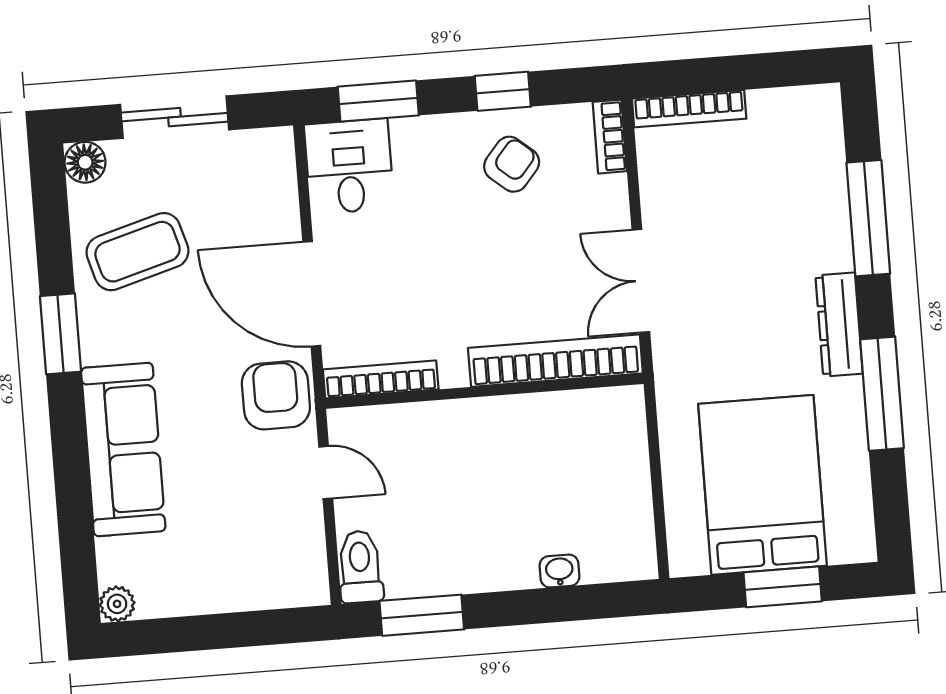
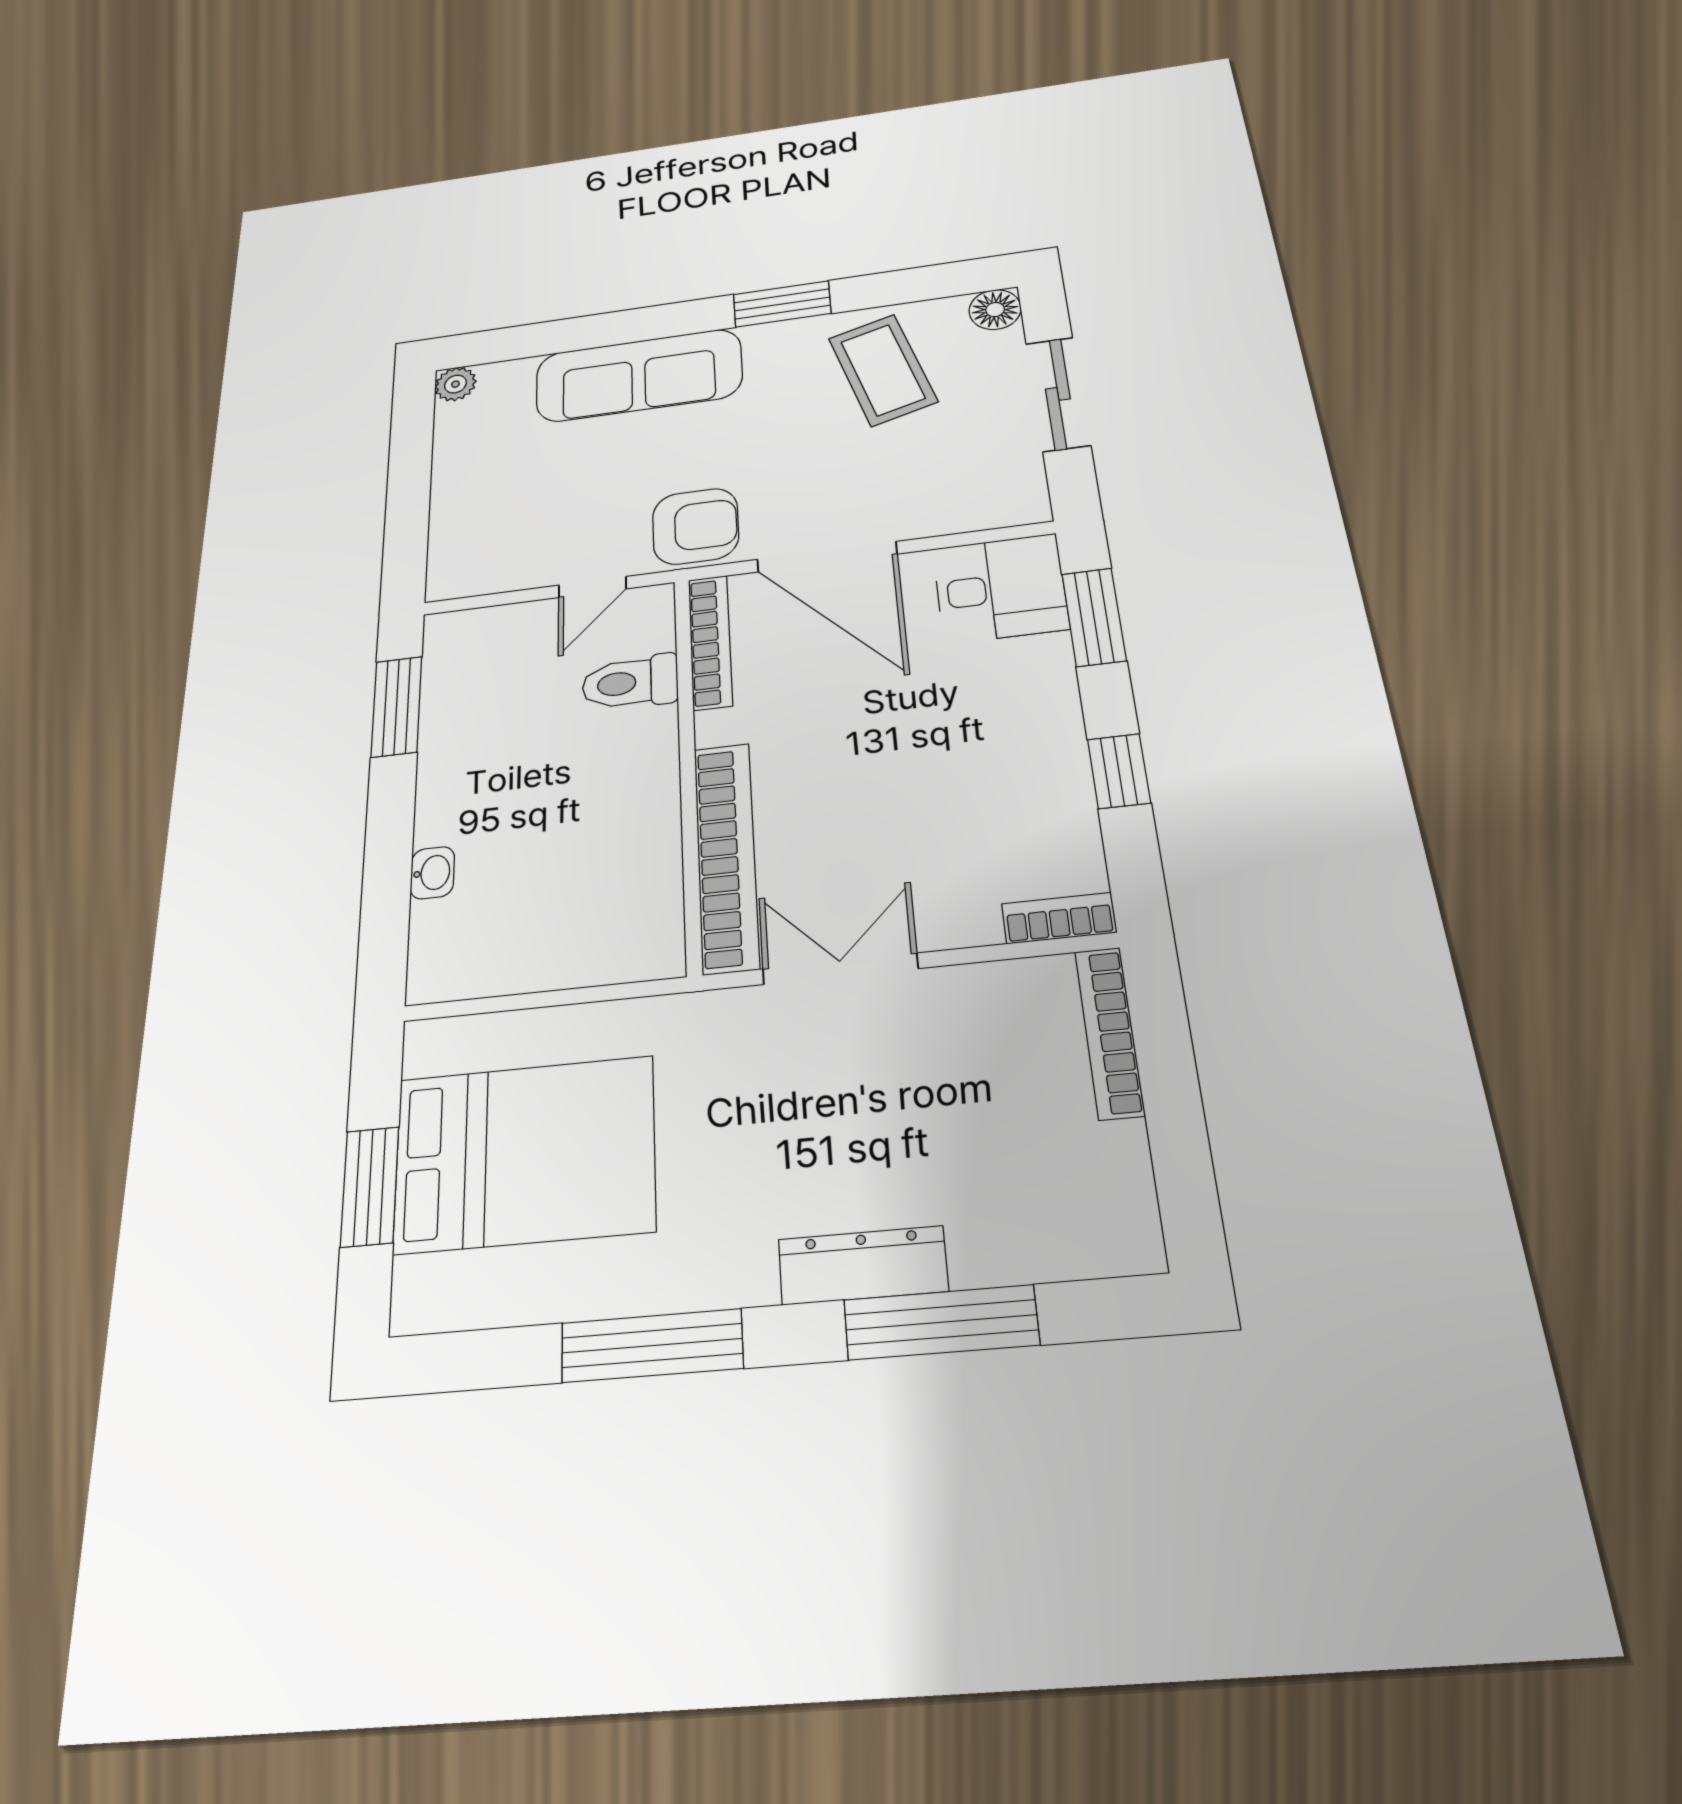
armchair: (512, 164) -> (1011, 787), removed
door: (312, 294) -> (827, 557), swing flipped
dresser: (839, 325) -> (863, 1265), moved
toilet: (360, 567) -> (630, 682), moved, turned 180

